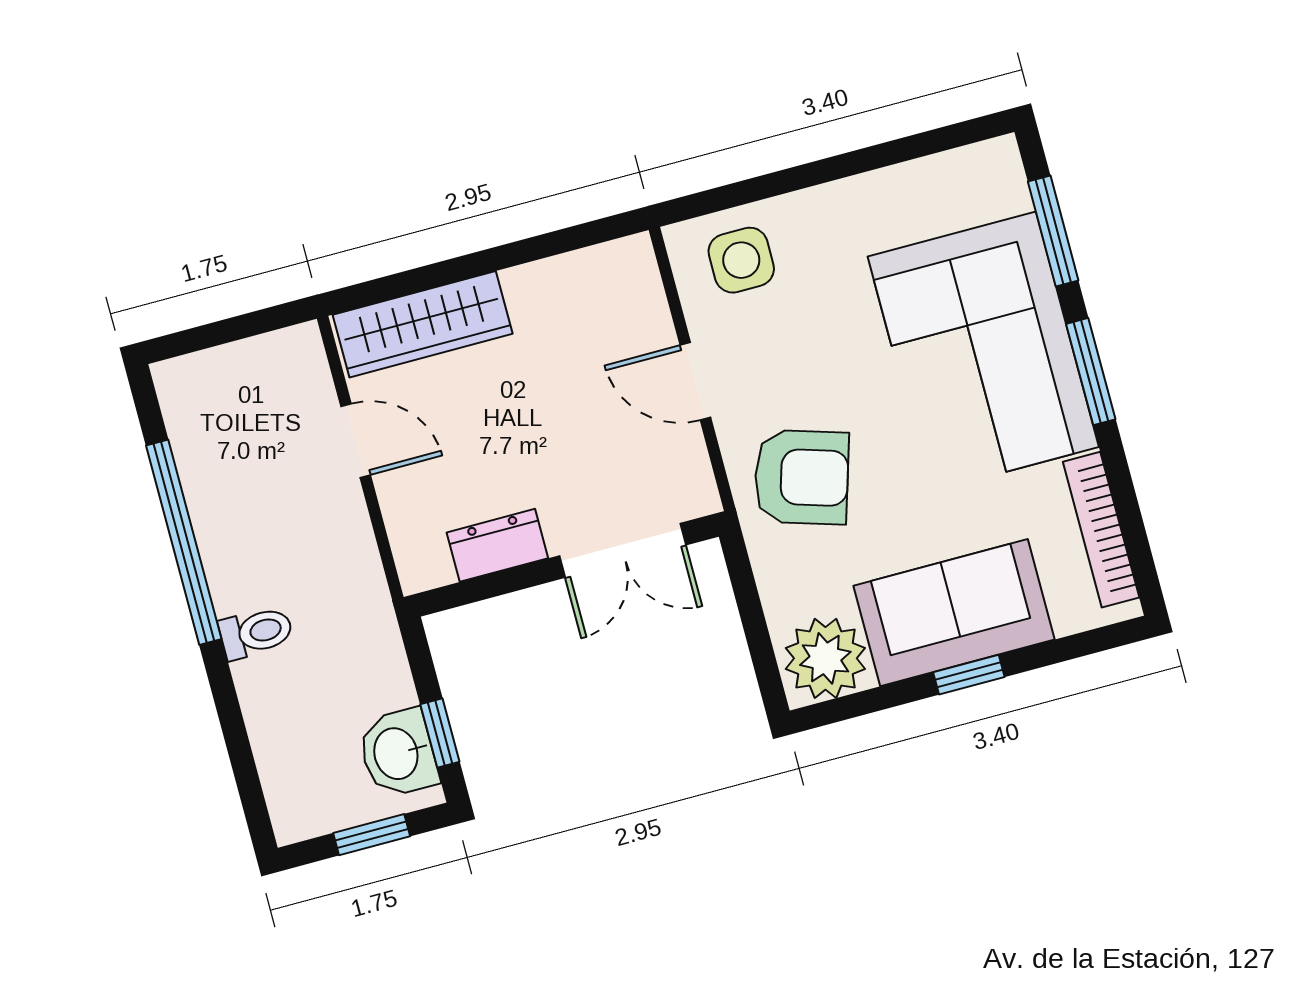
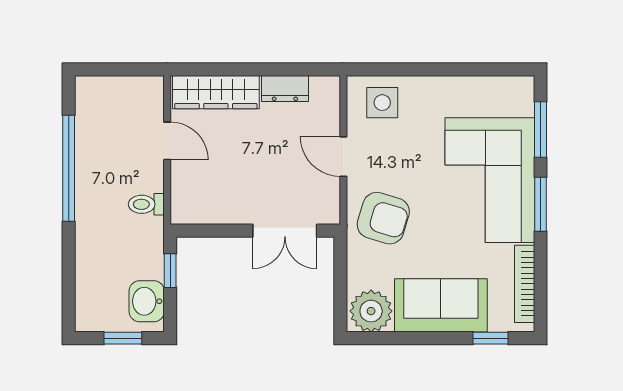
dresser: (497, 545) -> (285, 89), moved, turned 180
toilet: (256, 633) -> (146, 204), moved, turned 180
window: (969, 675) -> (491, 338), moved
window: (440, 733) -> (170, 271), moved

